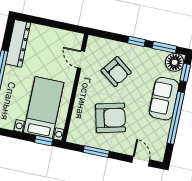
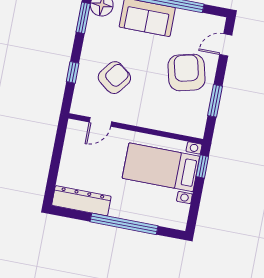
window: (136, 41) -> (73, 72), moved
armchair: (111, 118) -> (187, 72), moved

